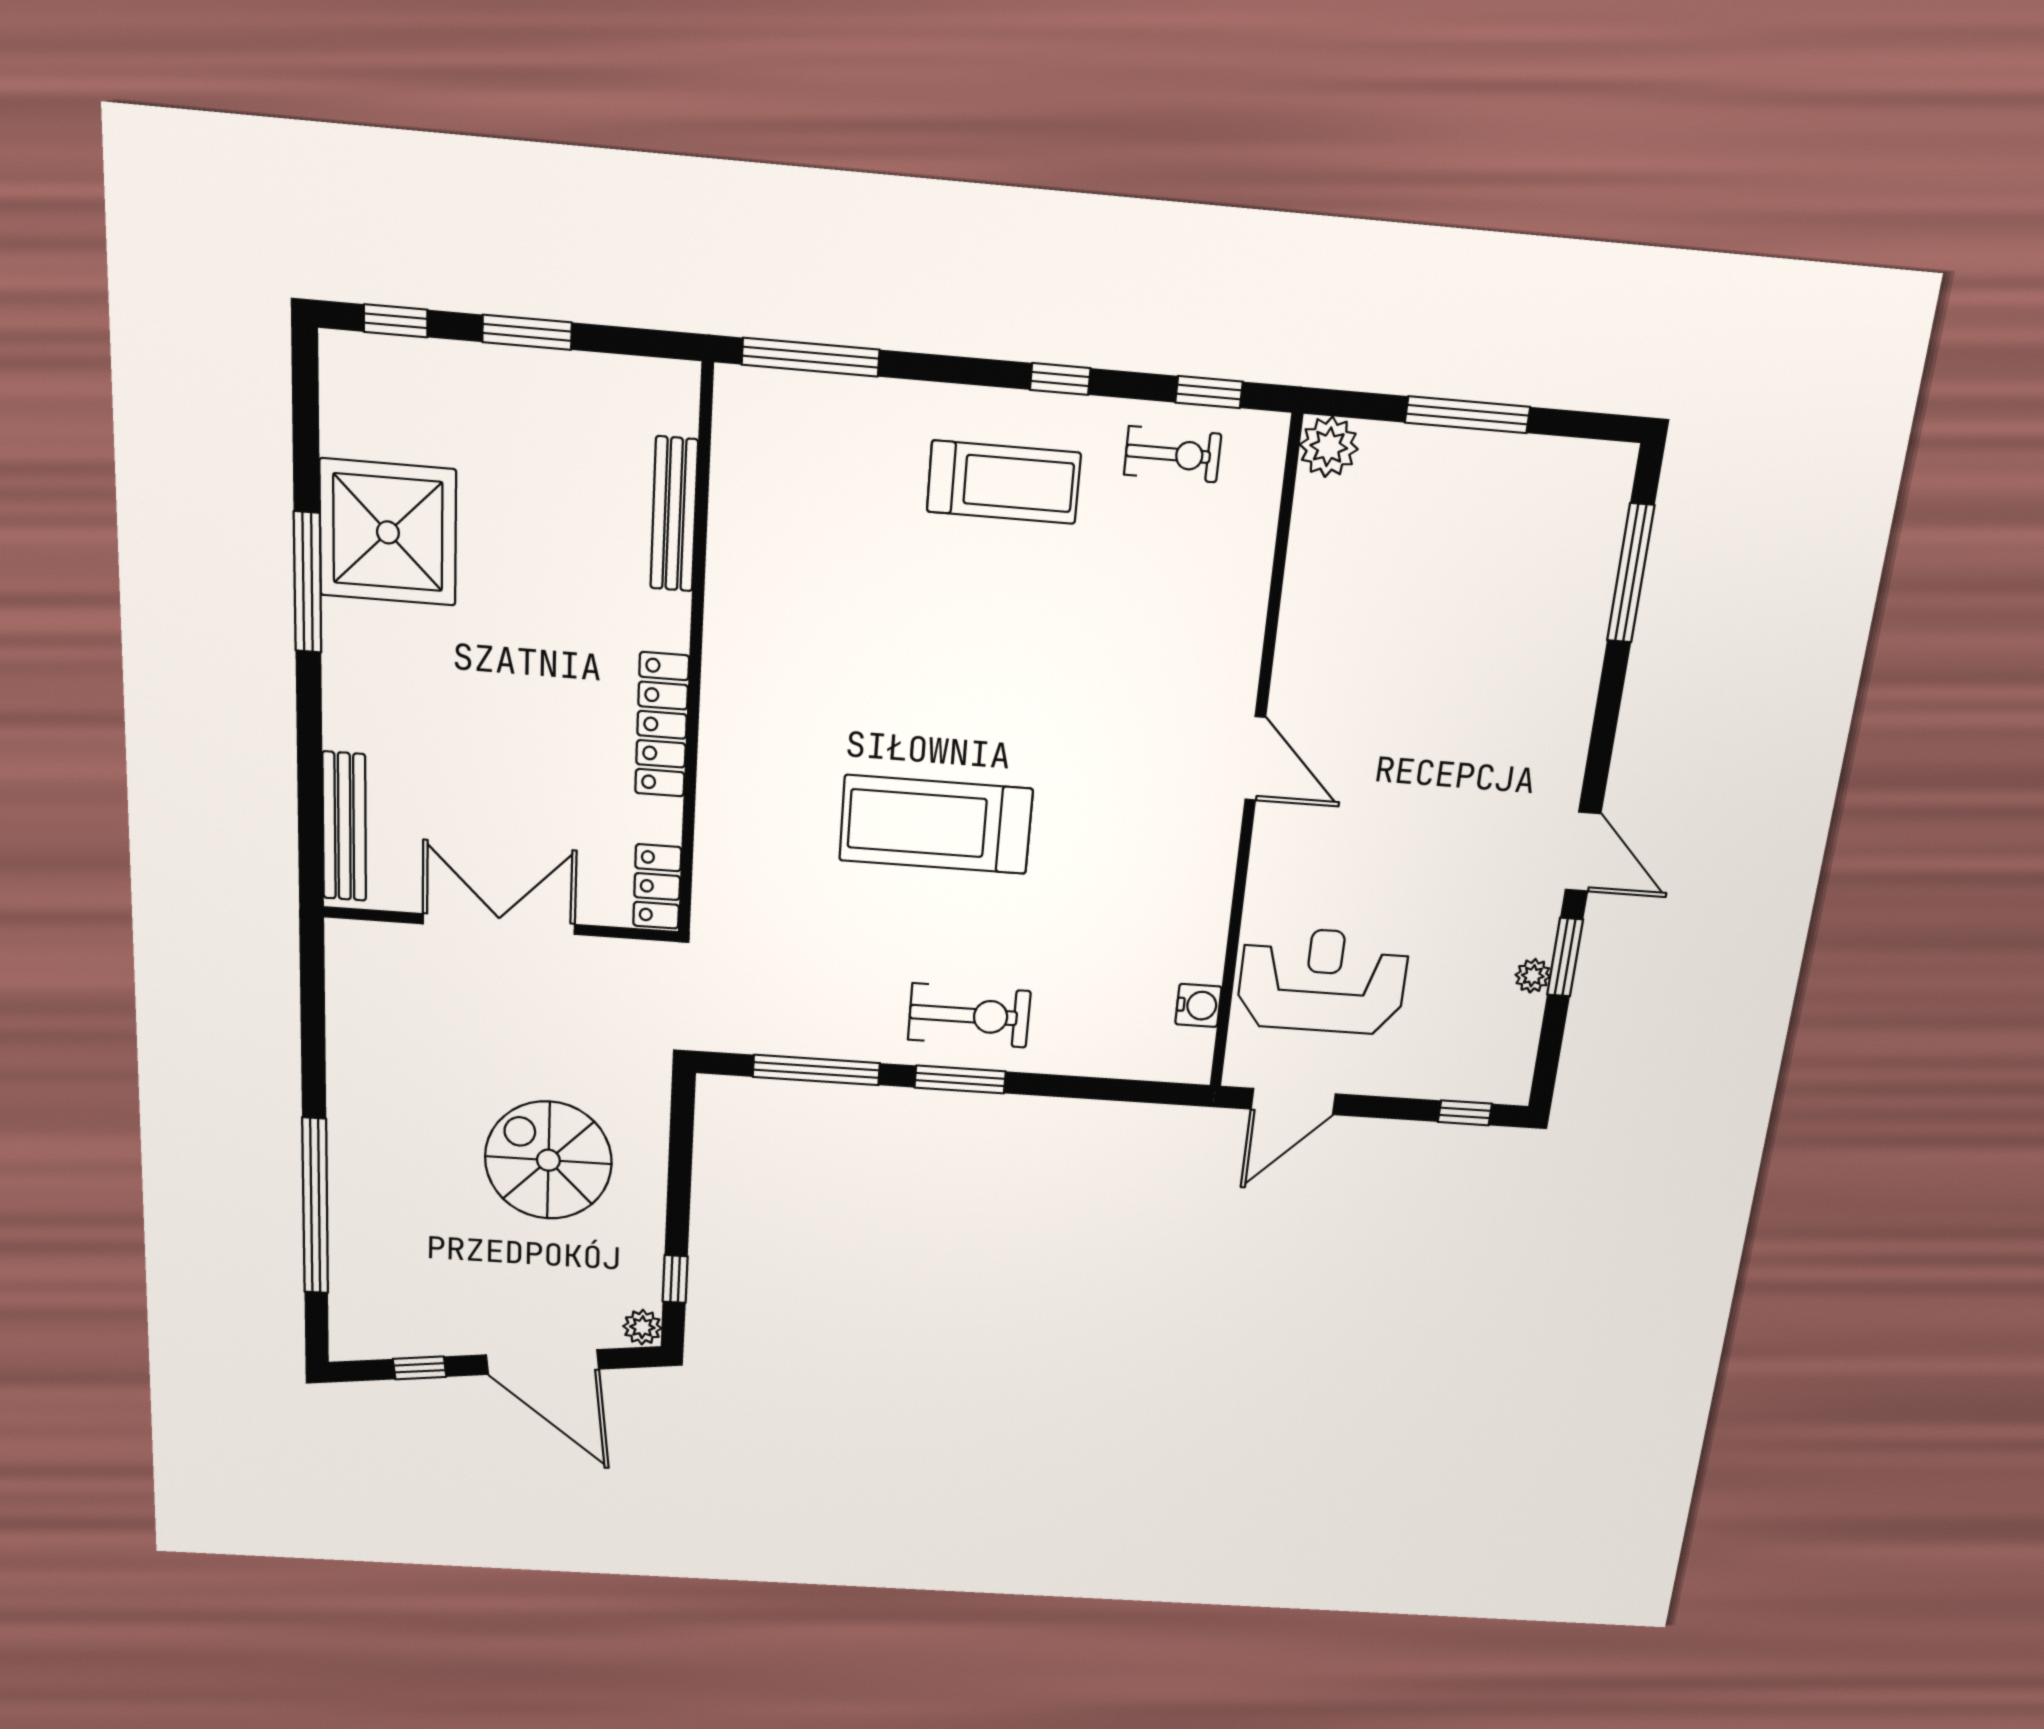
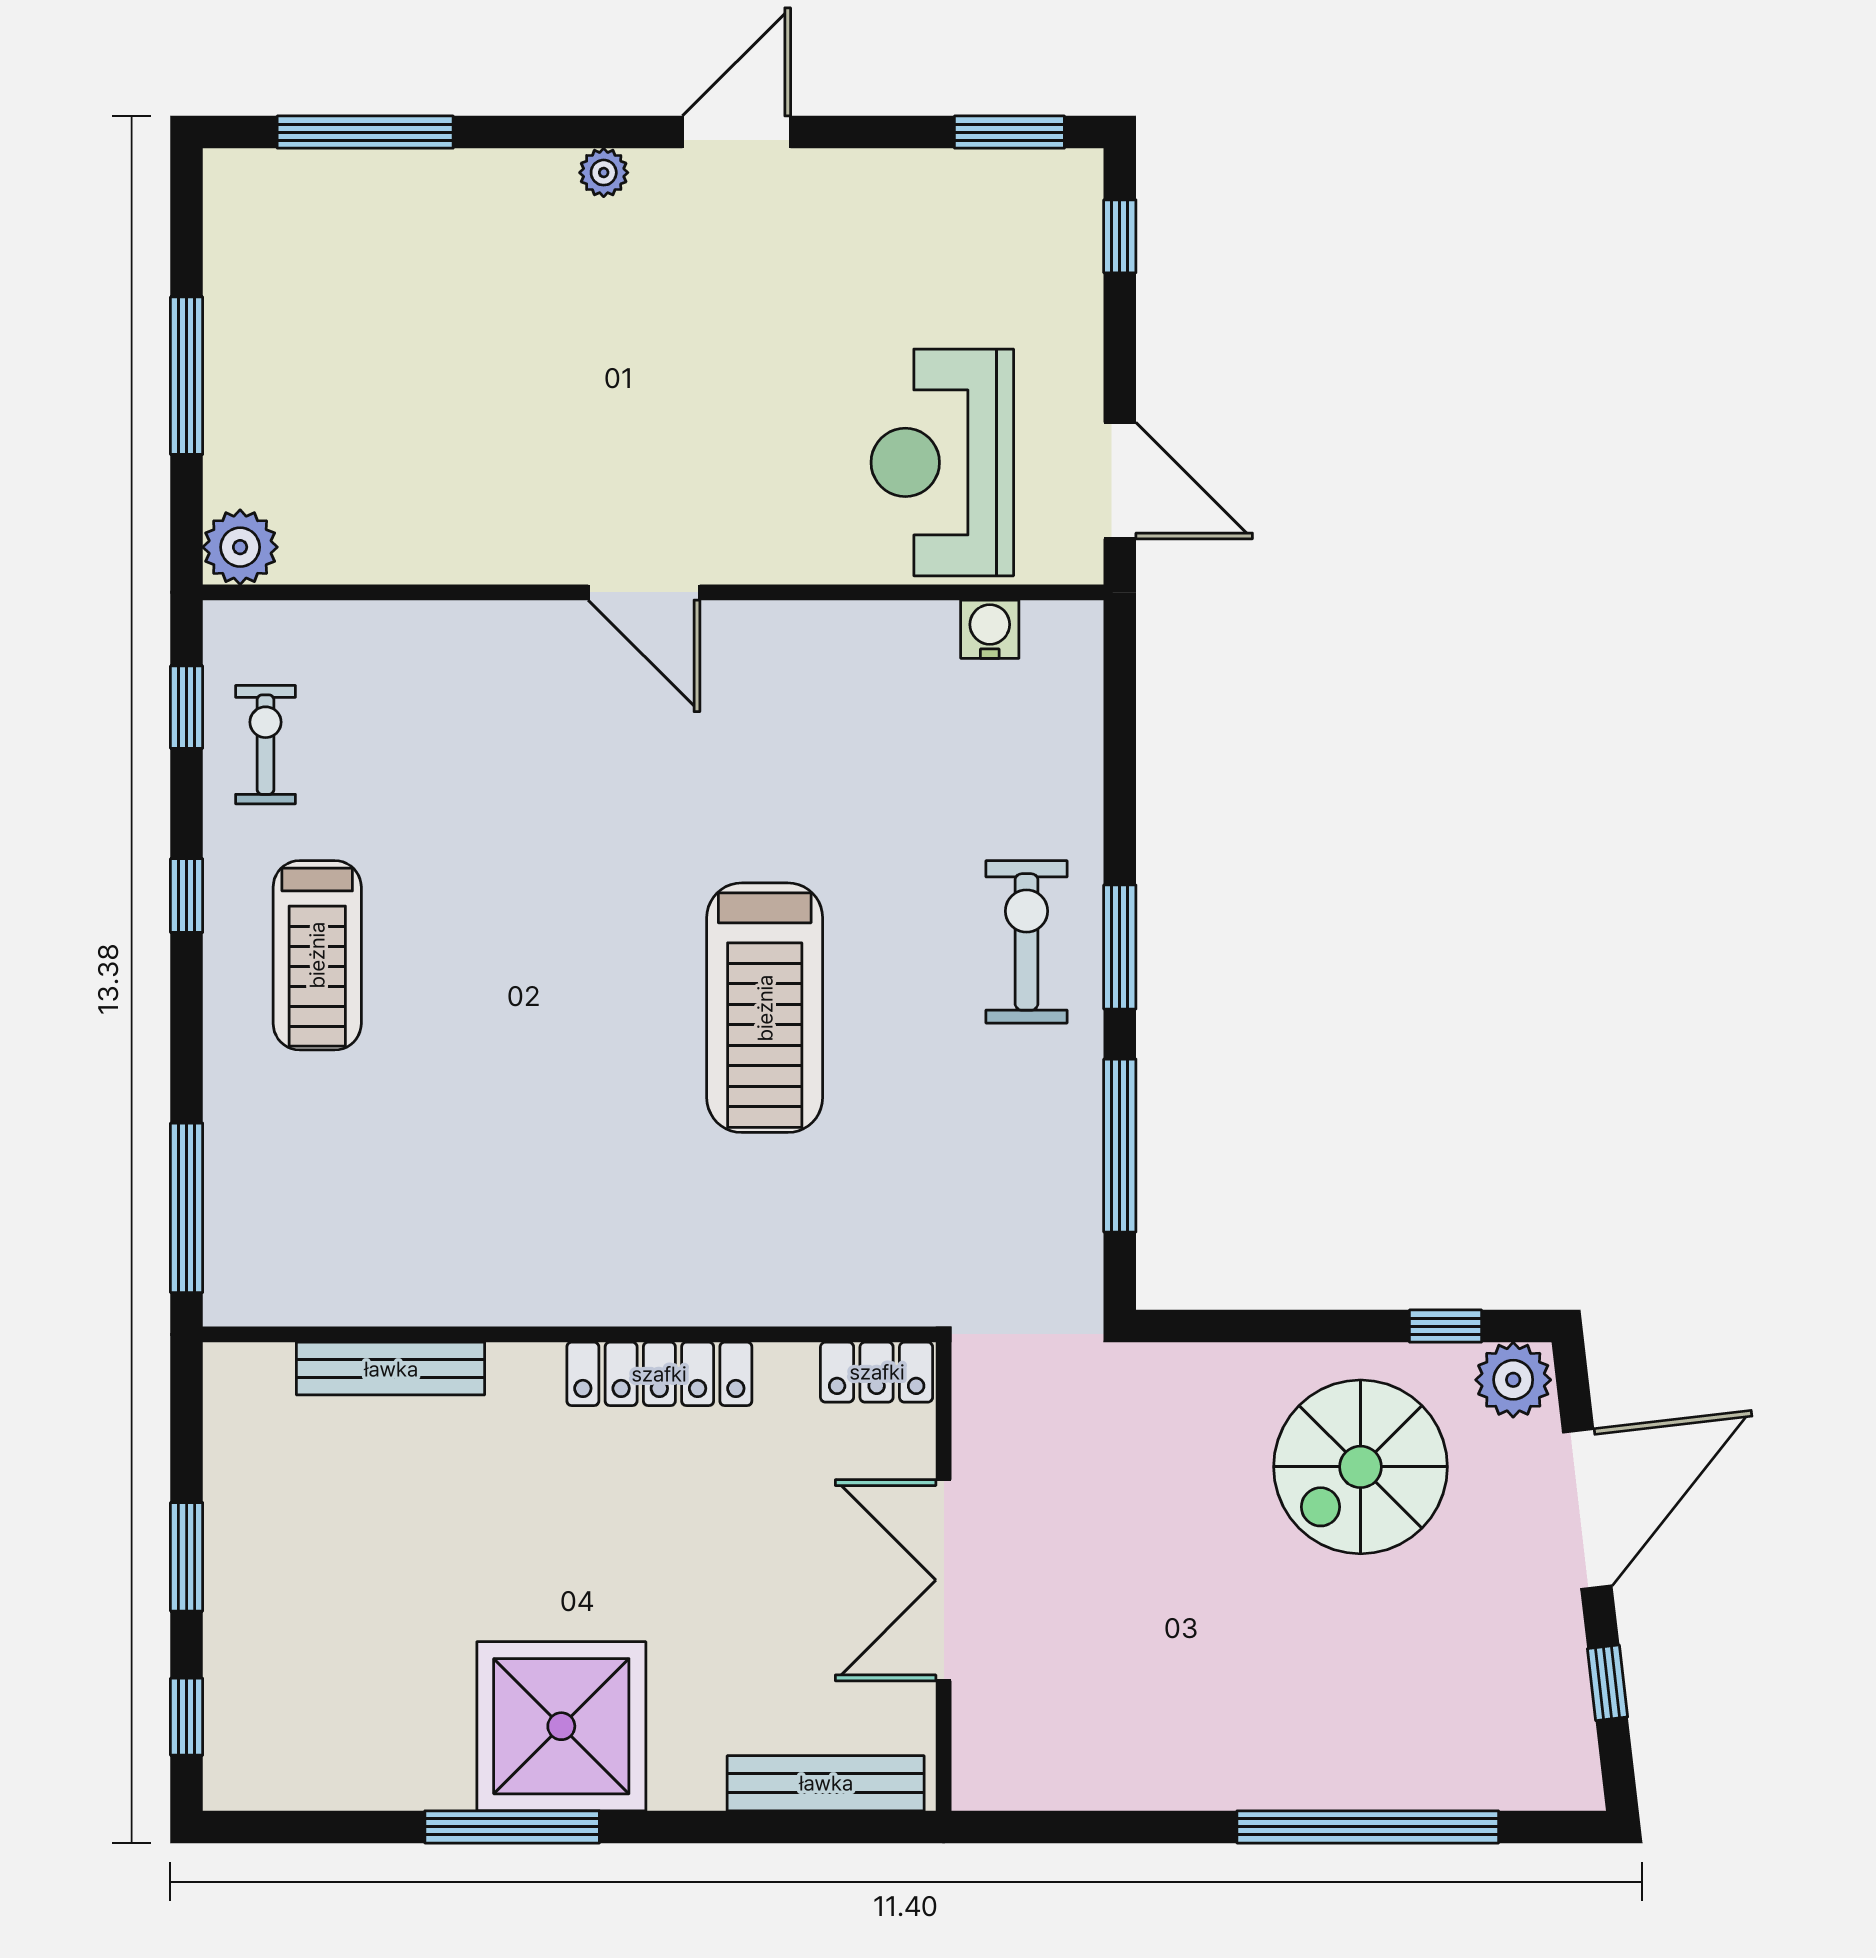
treadmill: (1004, 482) -> (317, 955), turned 180
shower: (388, 532) -> (561, 1726), moved
door: (1255, 758) -> (644, 592), swing flipped
window: (1565, 957) -> (1009, 132), moved
plant: (1533, 976) -> (604, 173), moved
spiral stairs: (548, 1160) -> (1361, 1467), moved
plant: (642, 1327) -> (1513, 1380), width x1.38, depth x1.38

